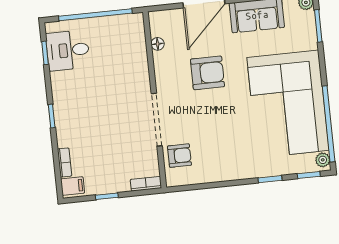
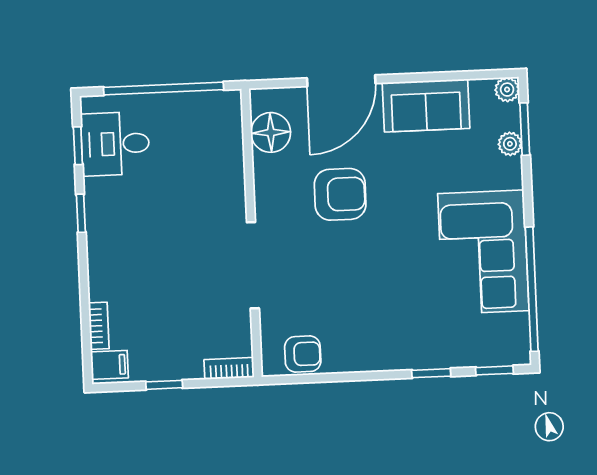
floor lamp: (158, 44) -> (271, 132), width x1.89, depth x1.89
corner sofa: (288, 104) -> (483, 252), width x0.73, depth x0.74
window: (52, 116) -> (81, 213), moved
armchair: (179, 156) -> (303, 354), moved
plant: (323, 160) -> (510, 144), moved

